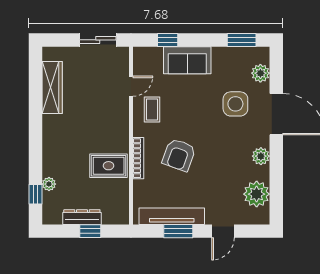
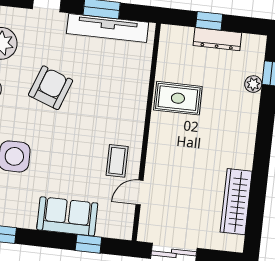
armchair: (179, 155) -> (51, 88), moved
bookcase: (138, 158) -> (140, 103), removed

